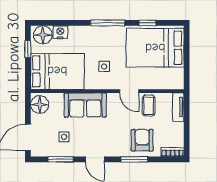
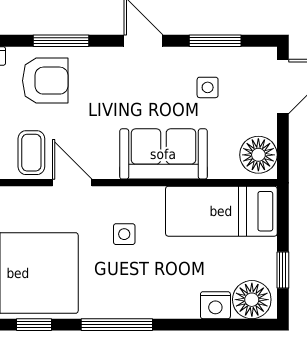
bed: (57, 71) -> (221, 211), width x0.67
armchair: (142, 140) -> (45, 81), turned -90

